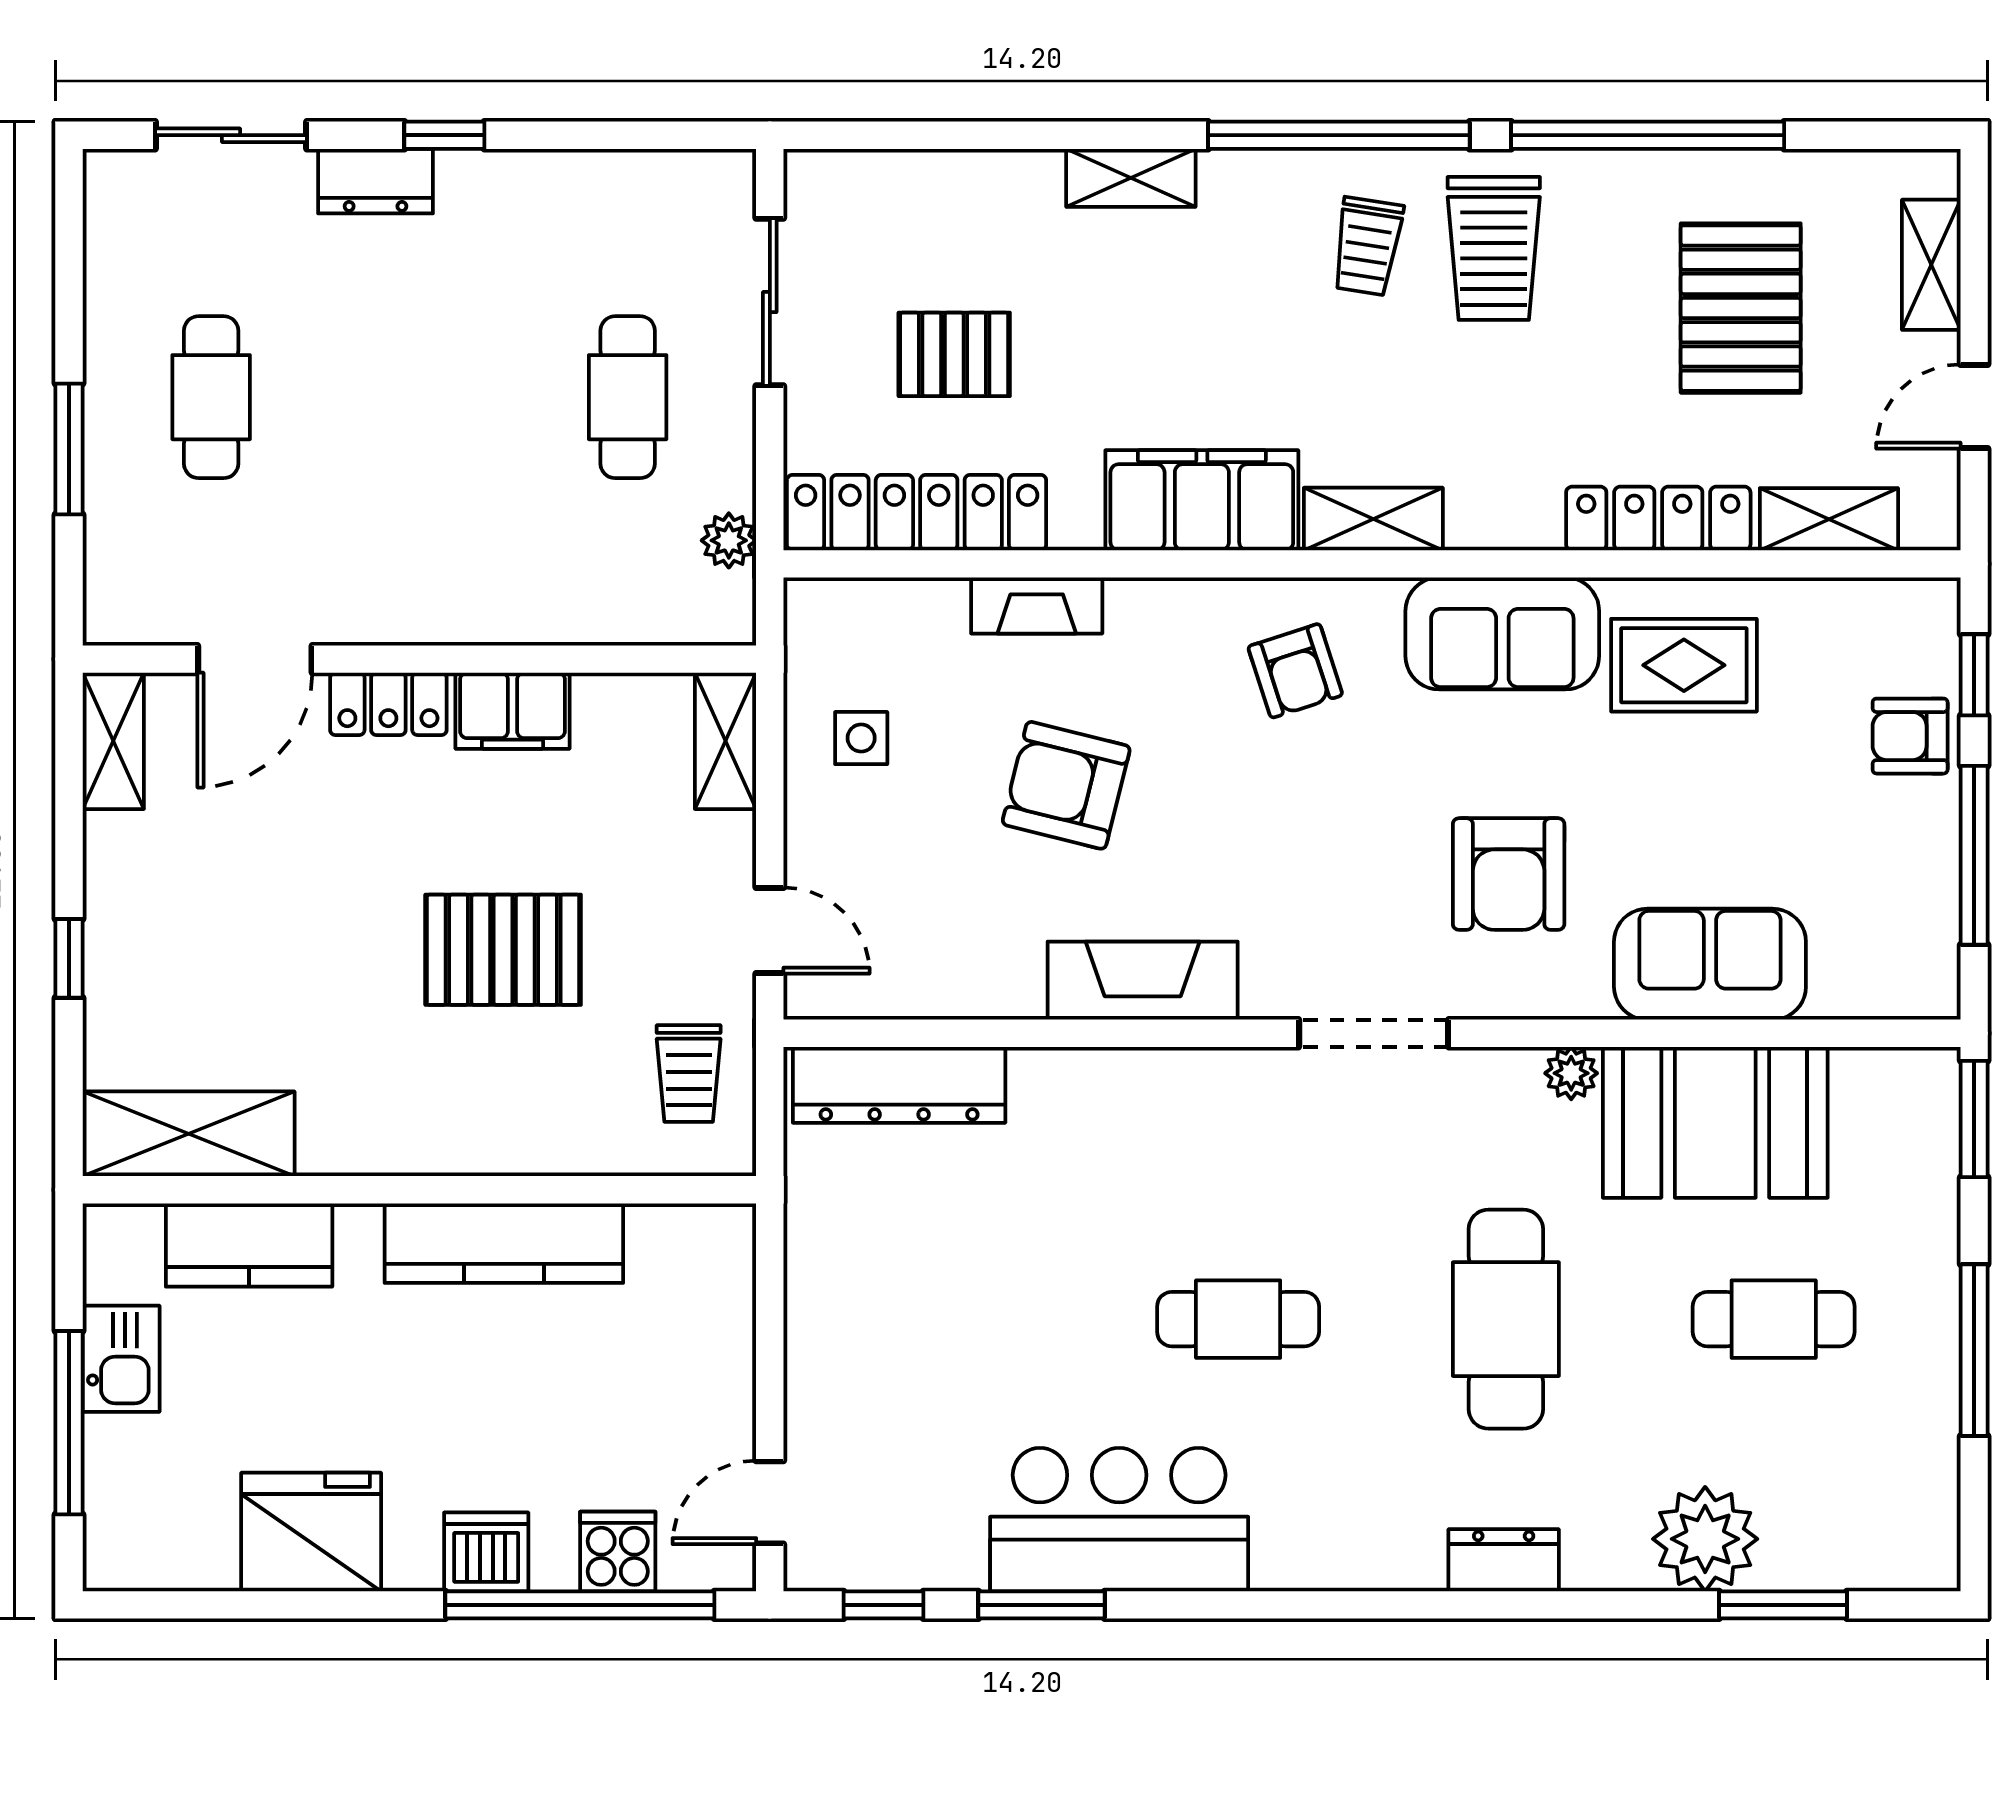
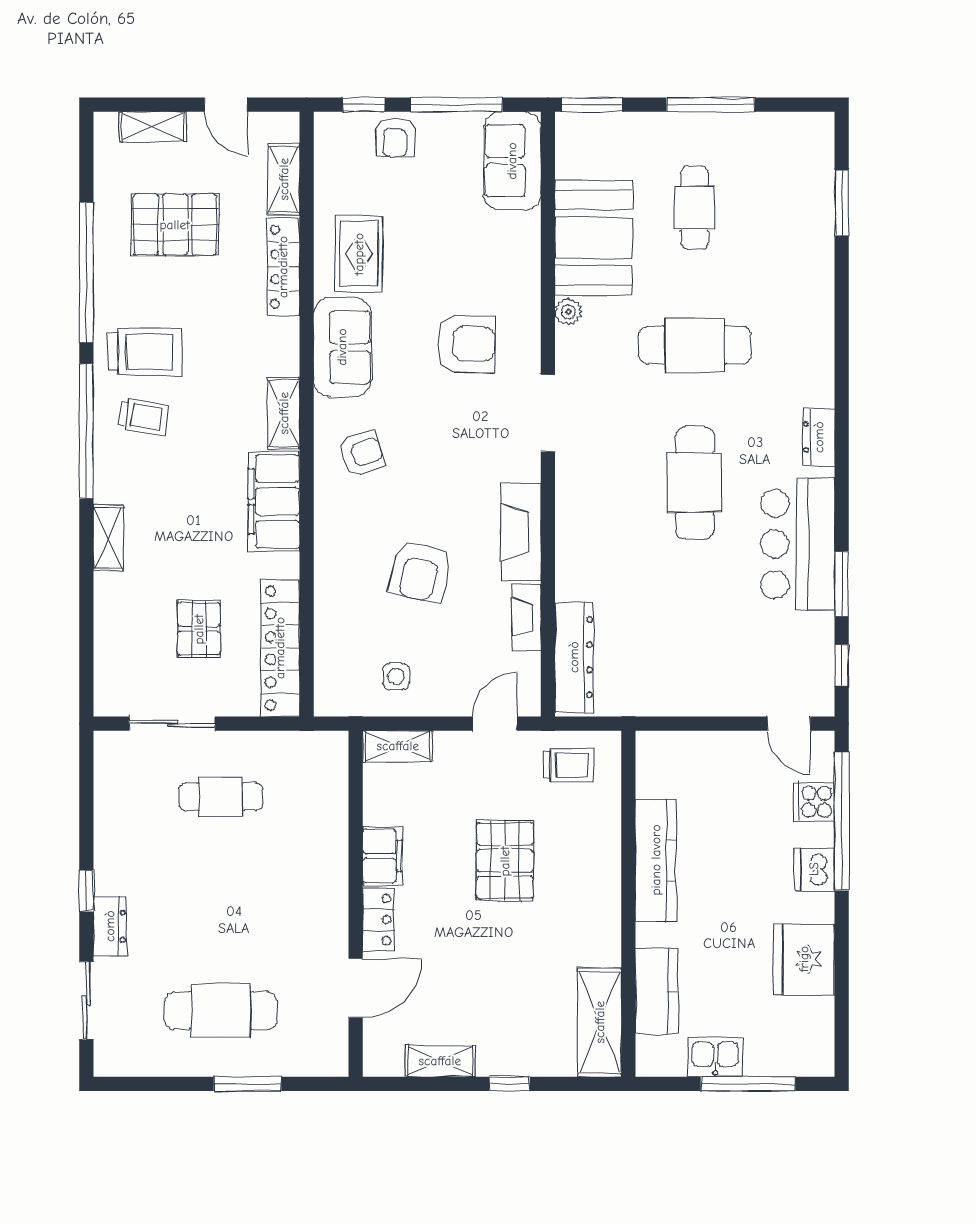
cafe table: (211, 397) -> (221, 1011), width x1.37, depth x1.35
plant: (729, 540) -> (295, 745), removed
fireplace: (1037, 605) -> (526, 617), moved, turned 180
door: (255, 659) -> (356, 988), hinge flipped
shelving: (113, 741) -> (440, 1061), moved
sofa: (1710, 964) -> (512, 161), moved
cafe table: (1238, 1319) -> (695, 483), width x1.37, depth x1.35
plant: (1705, 1539) -> (808, 243), removed
dresser: (1504, 1560) -> (819, 437), moved

